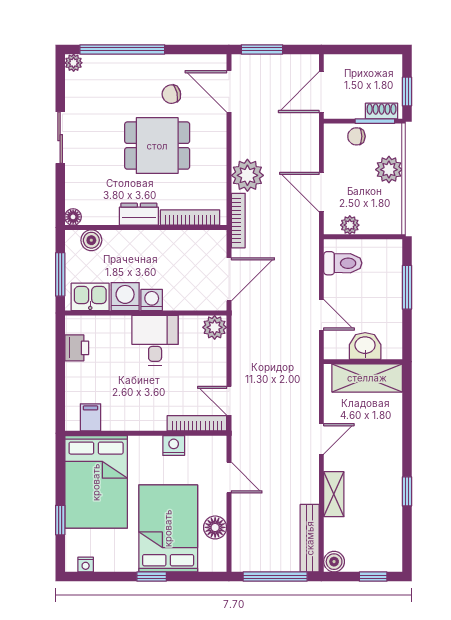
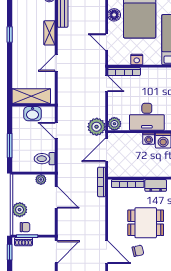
chair: (356, 136) -> (25, 227), moved
plant: (247, 175) -> (97, 127), moved
desk: (155, 340) -> (147, 117), width x1.37

